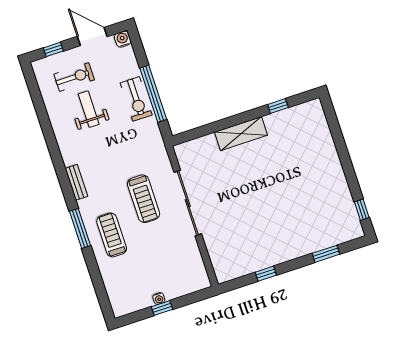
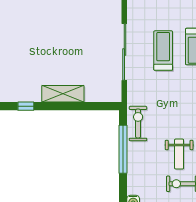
exercise bike: (136, 99) -> (138, 124), moved
treadmill: (144, 199) -> (163, 51), moved

